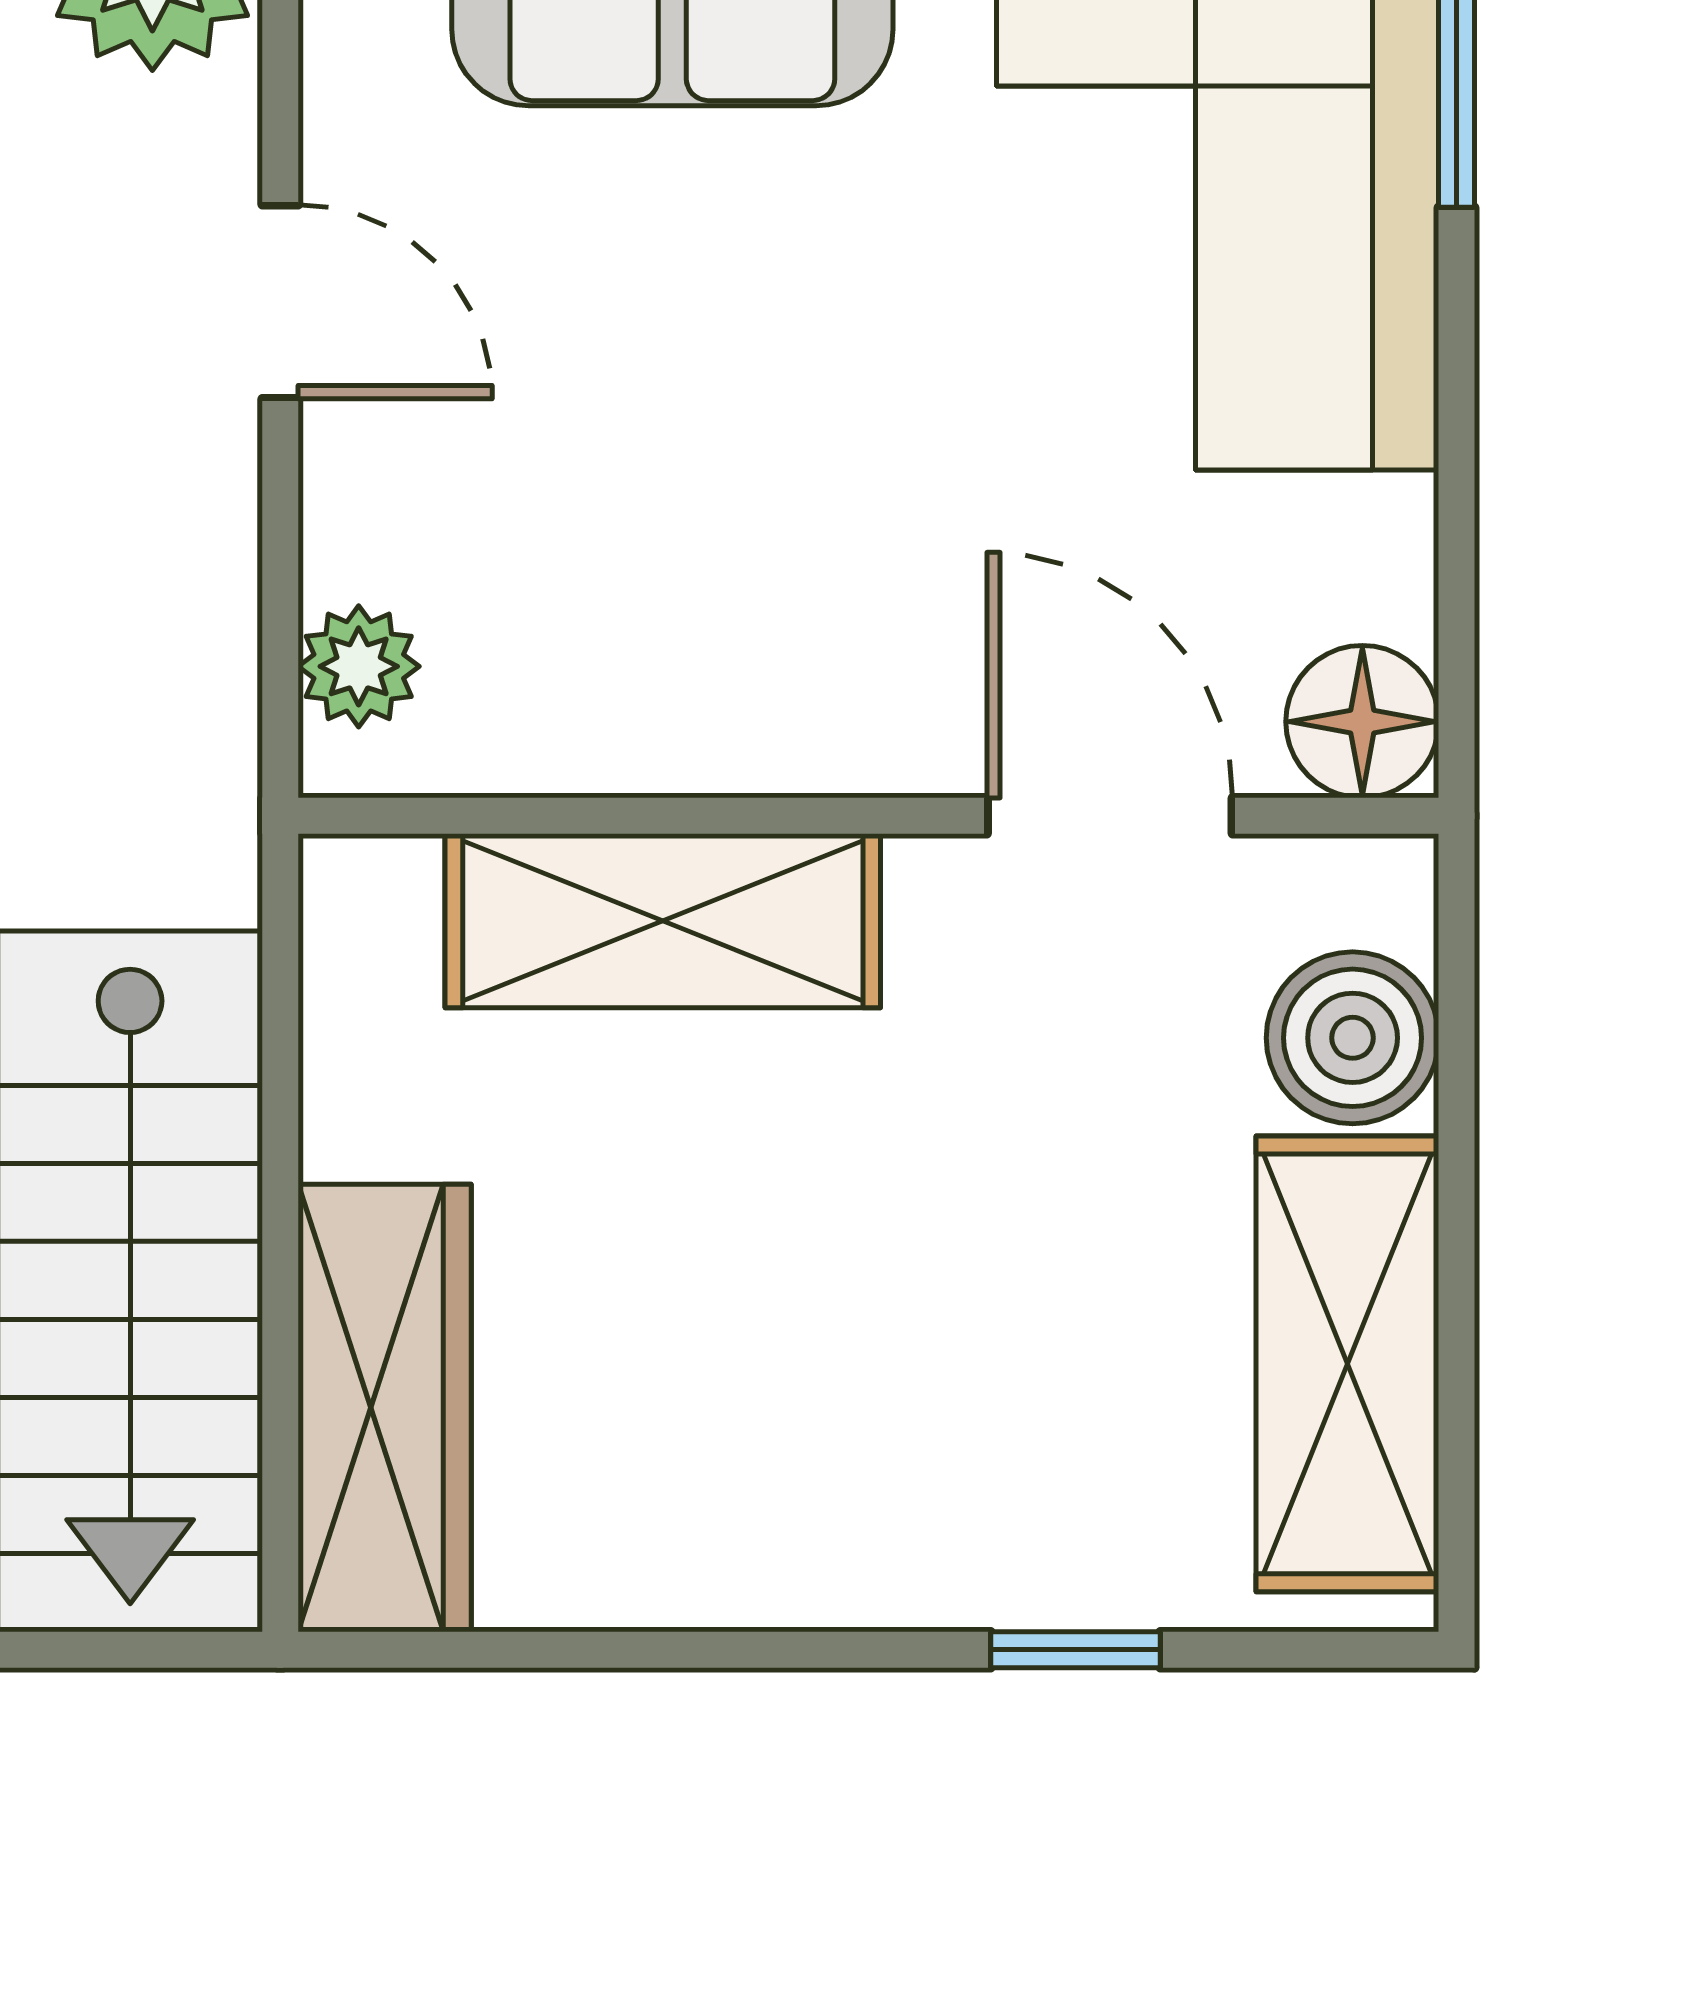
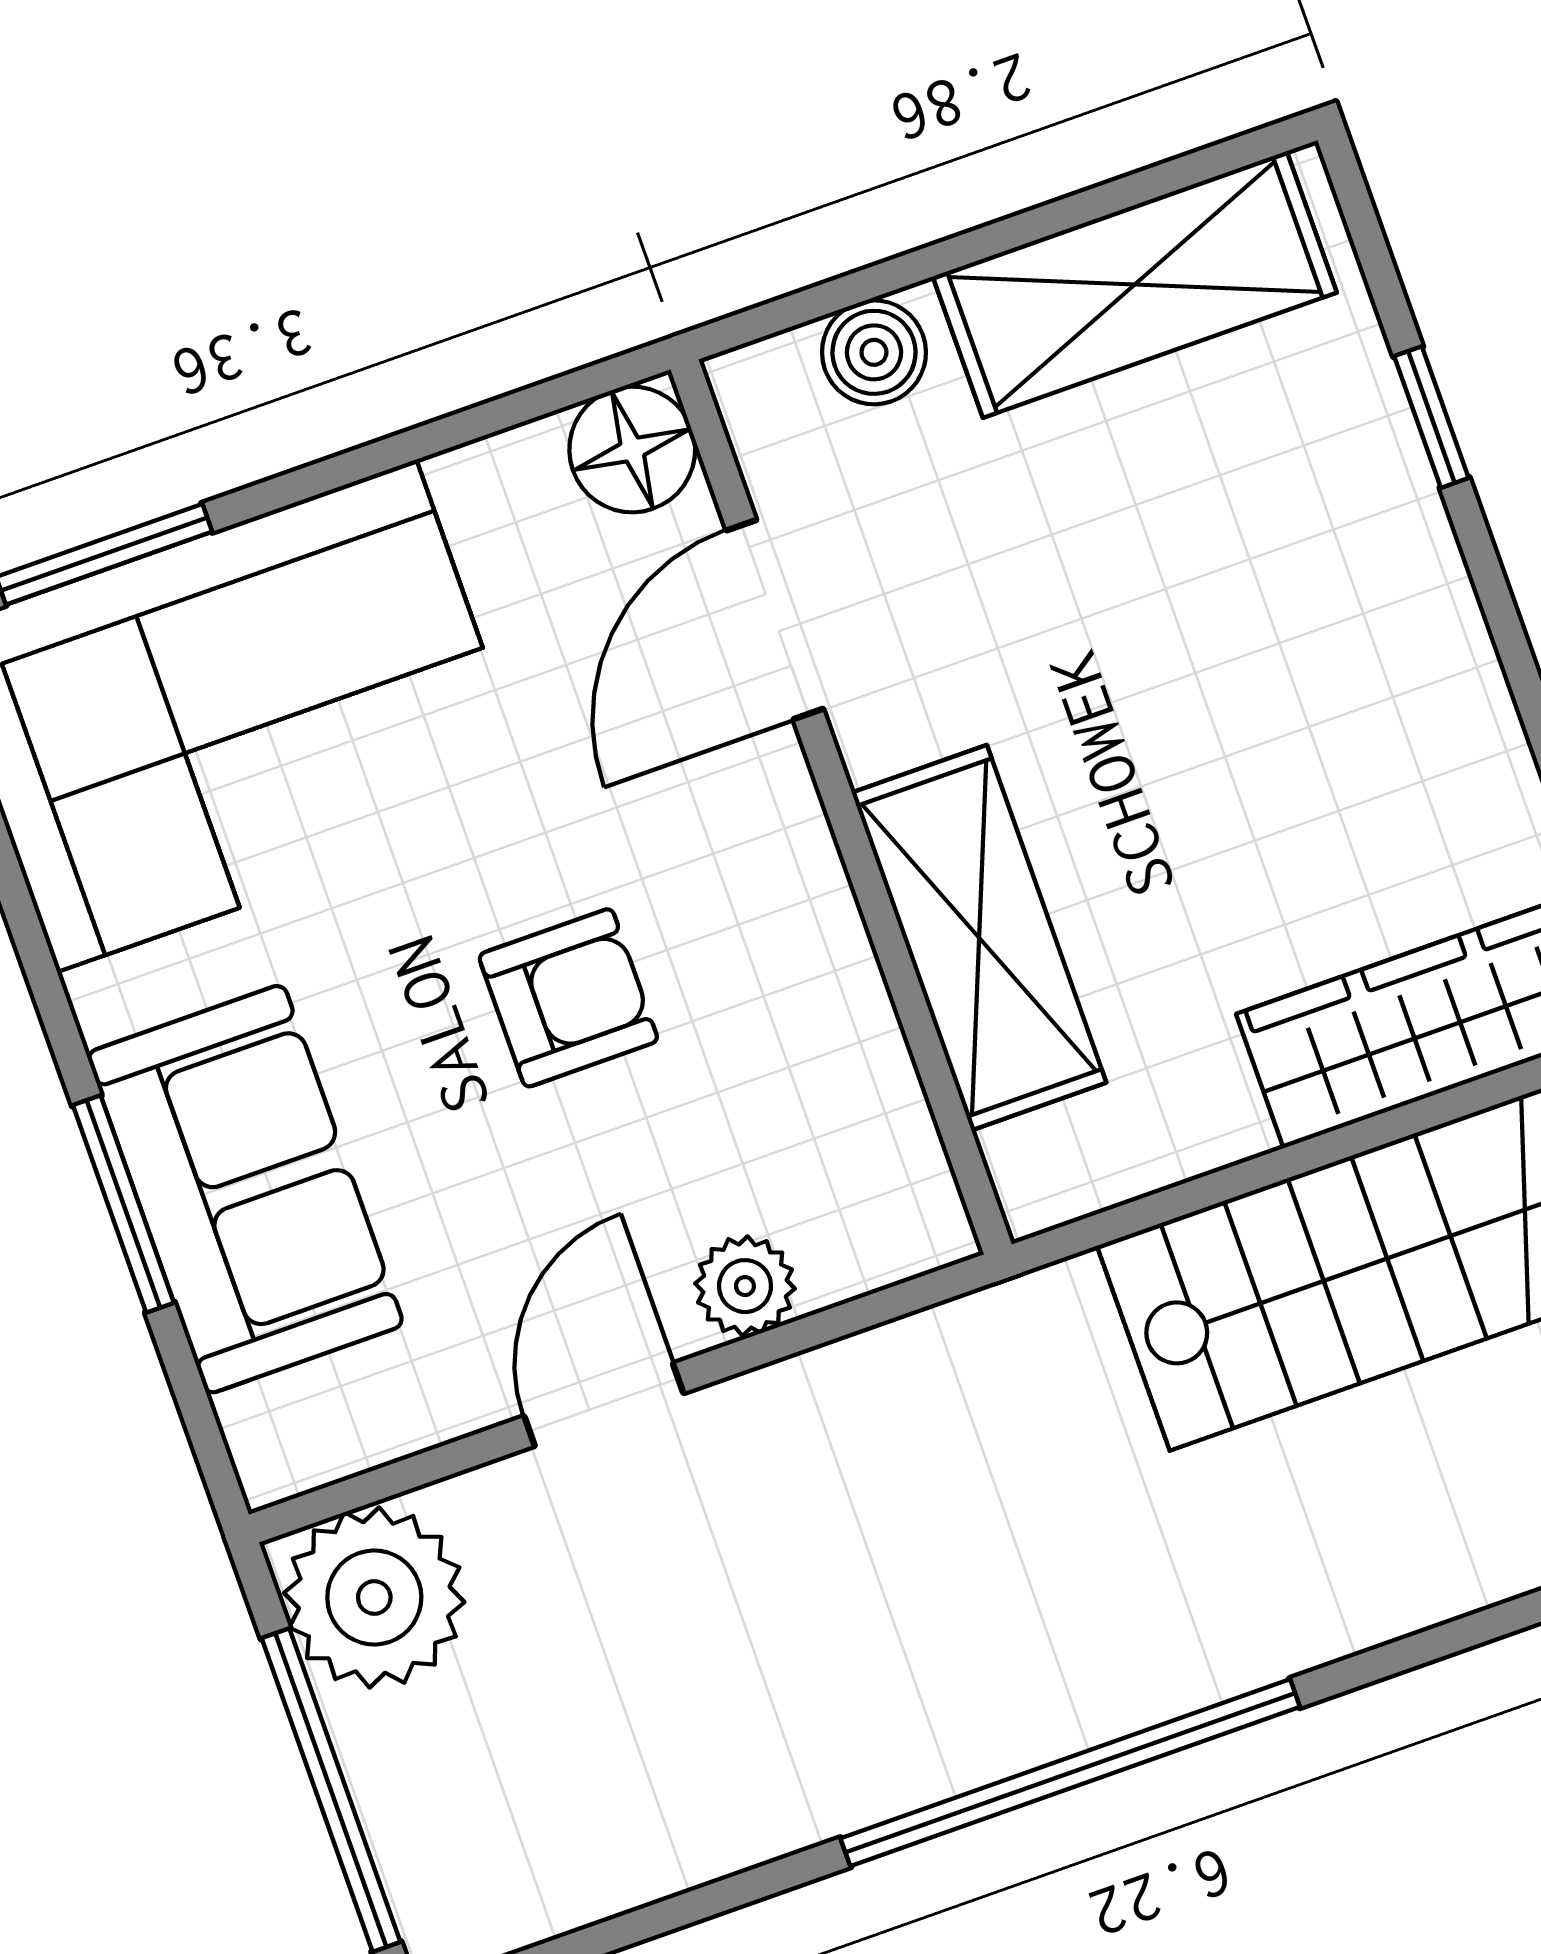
armchair: (760, 426) -> (568, 998), added
plant: (359, 666) -> (745, 1286), moved
boiler: (1353, 1038) -> (874, 352), width x0.73, depth x0.73

